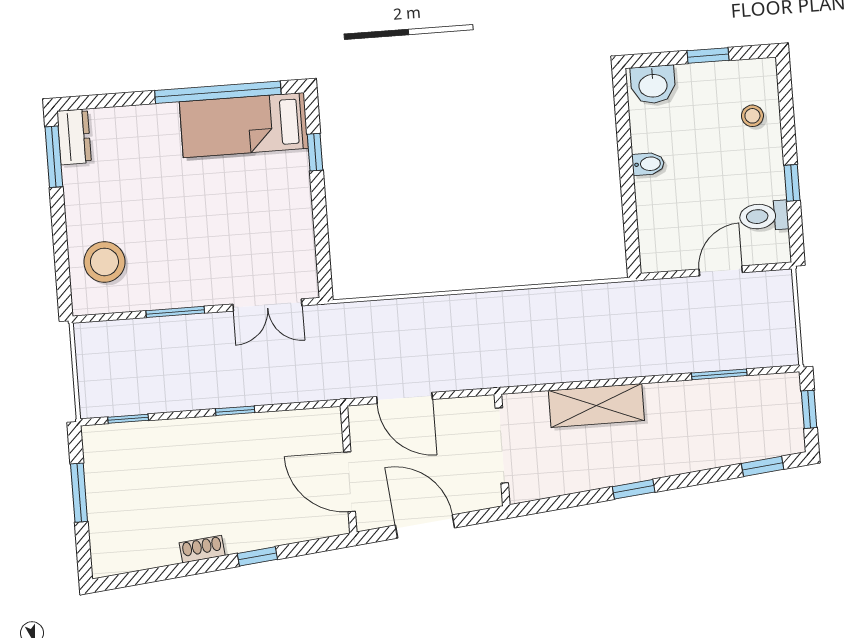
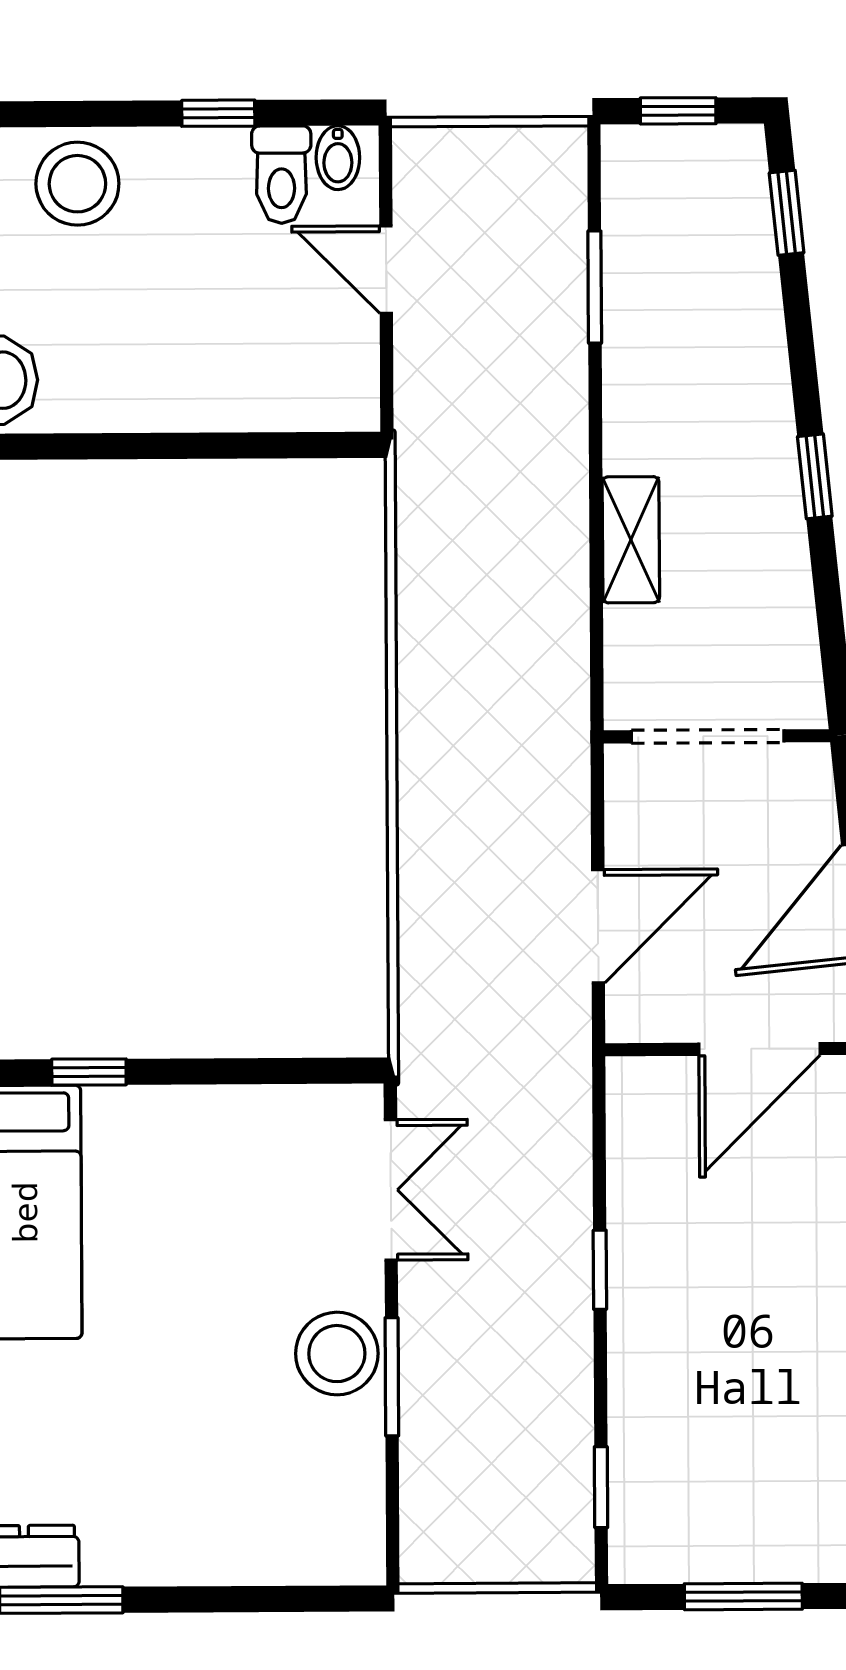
stool: (752, 116) -> (77, 184), width x1.89, depth x1.89
bidet: (648, 164) -> (338, 158), moved, turned 180
stool: (104, 262) -> (337, 1354), moved
shelving: (596, 406) -> (631, 540), width x0.67, depth x0.75

